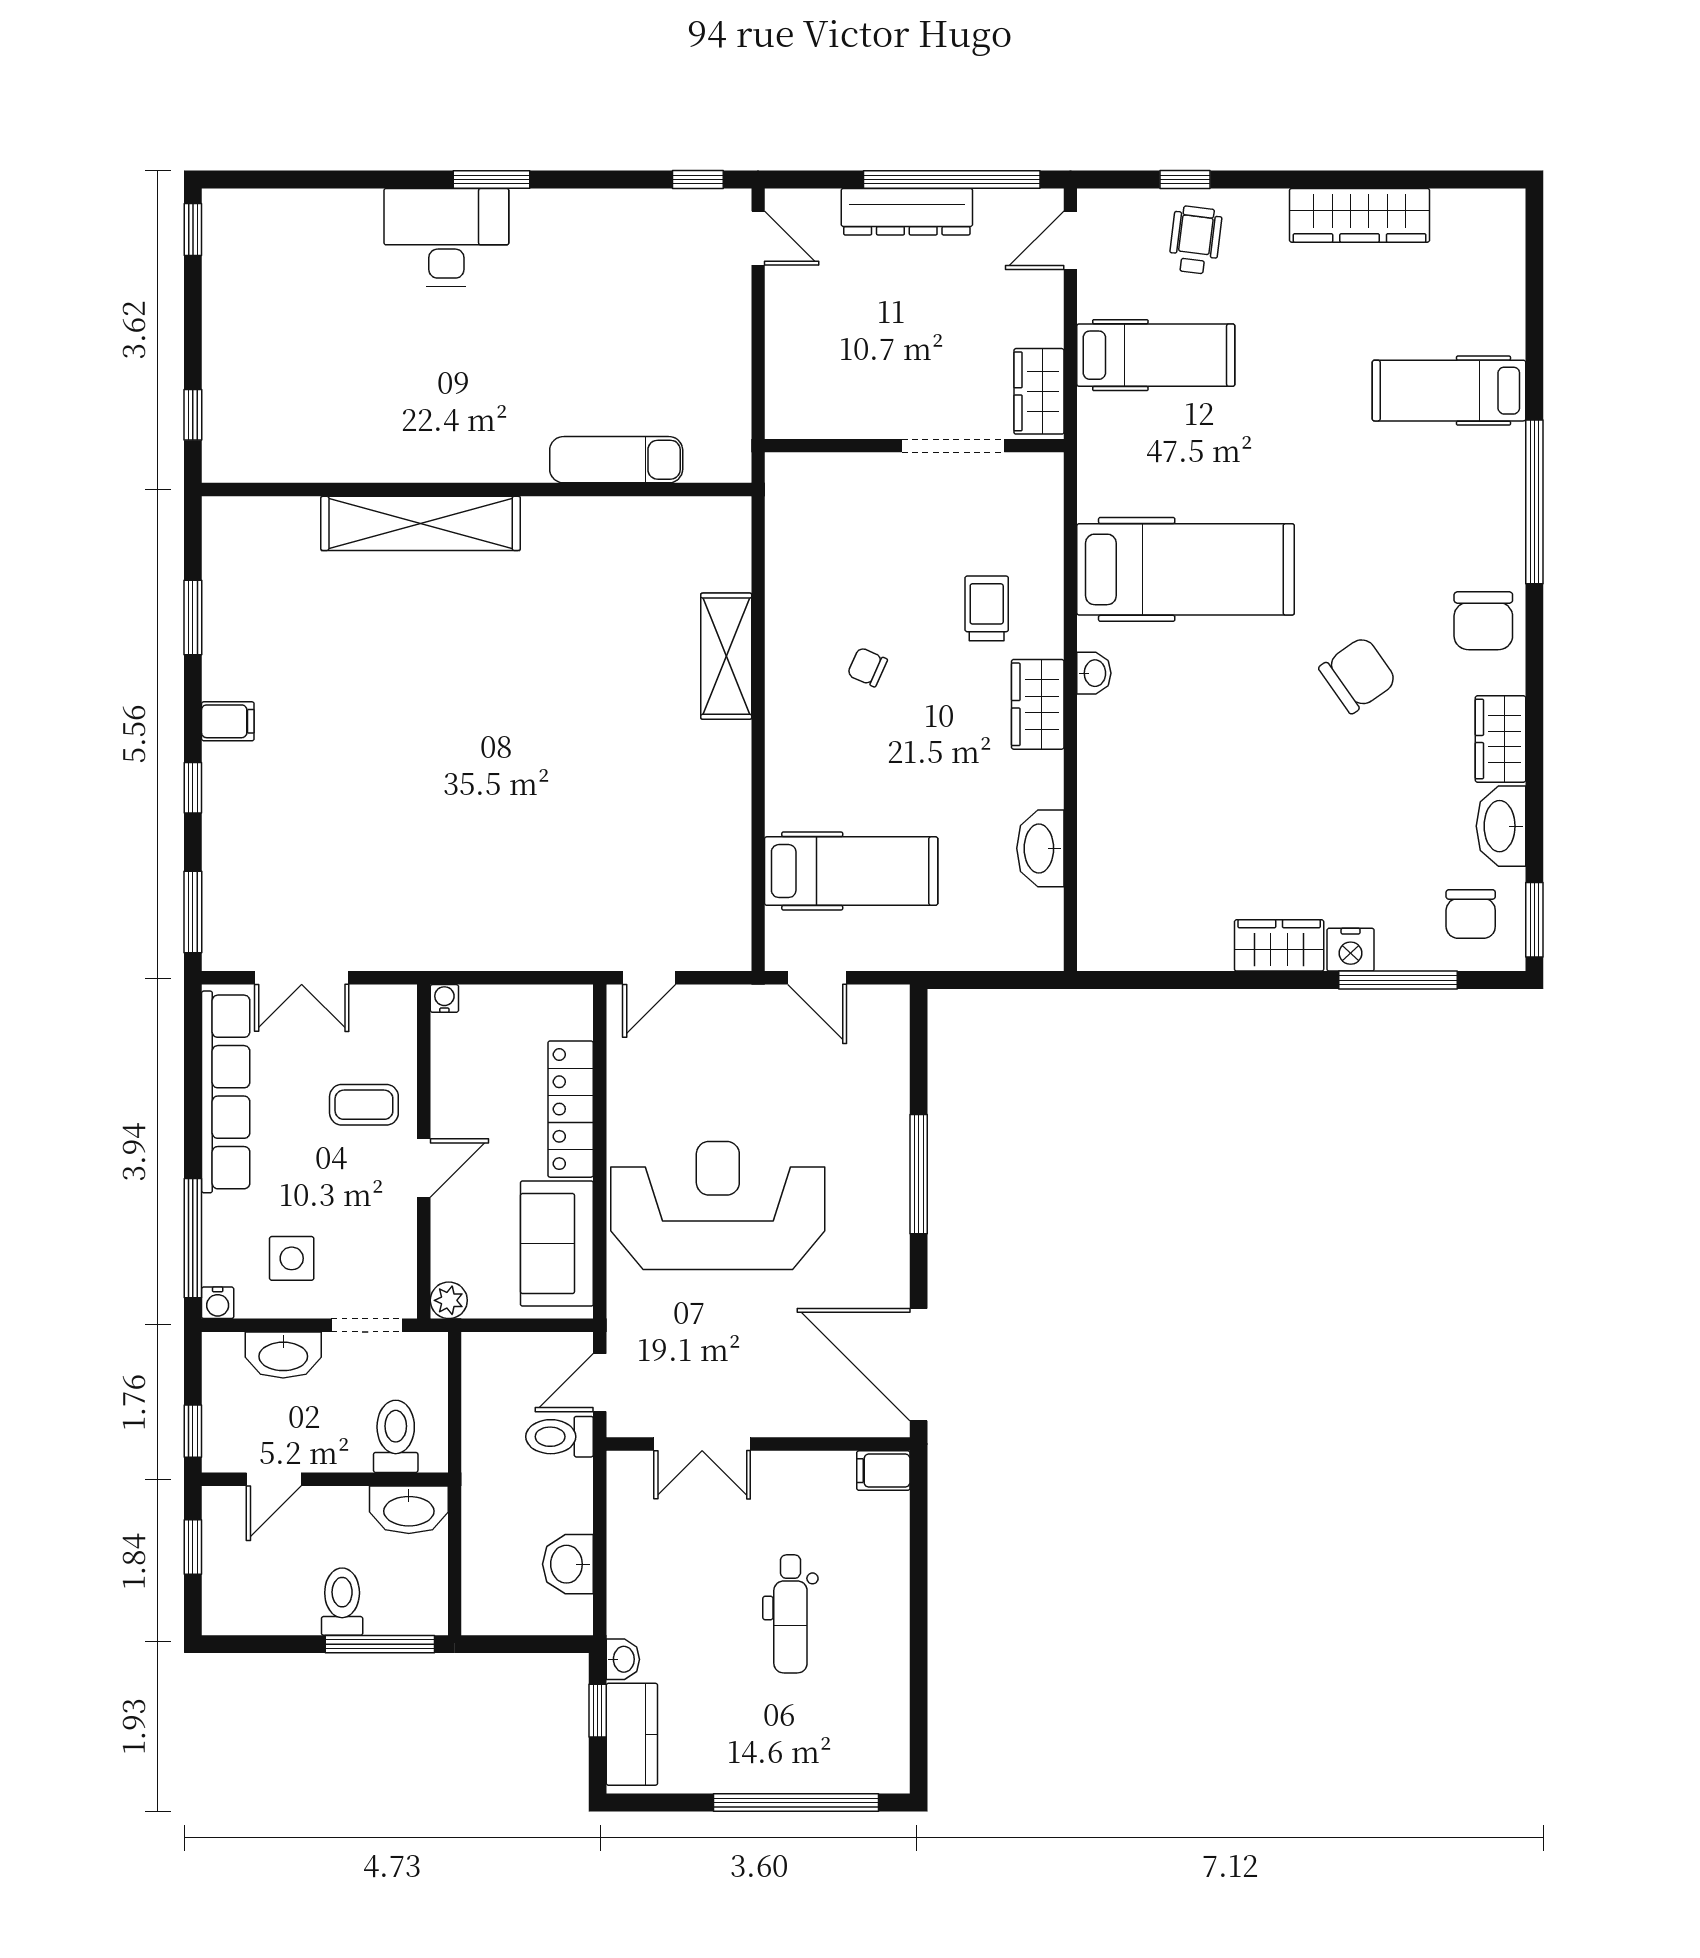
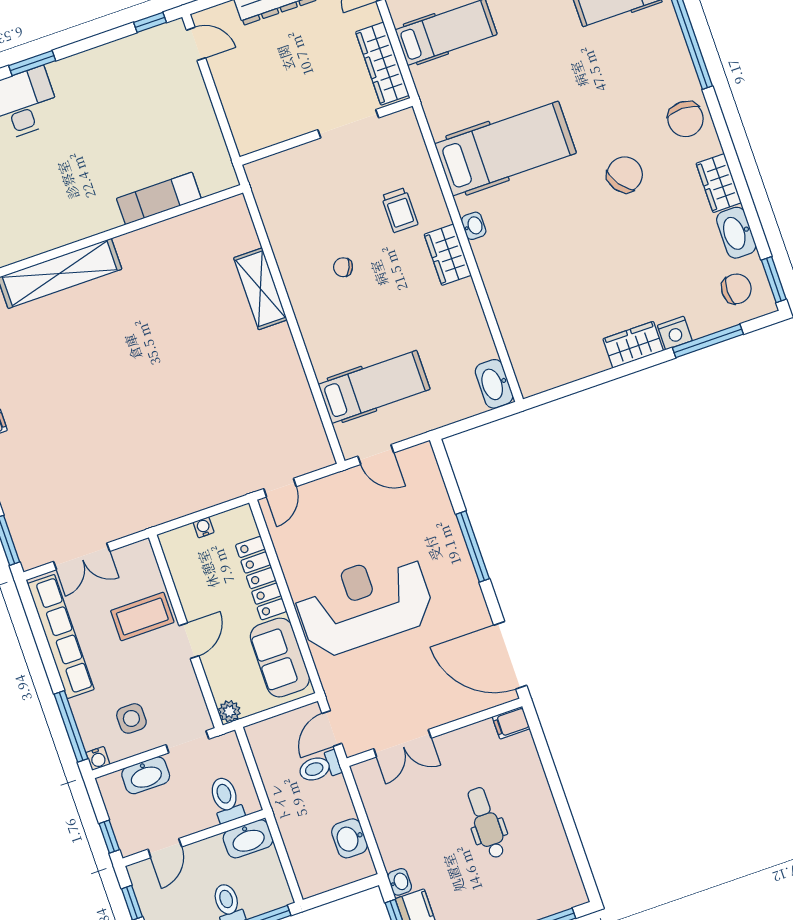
wardrobe: (1039, 391) -> (382, 64), width x1.50
trolley: (987, 608) -> (400, 210), turned 180
washbasin: (1040, 848) -> (494, 384), moved
chair: (1471, 914) -> (736, 289), turned -90
water cooler: (444, 998) -> (204, 527), moved
coffee table: (364, 1105) -> (142, 616), width x1.36, depth x1.30
dental chair: (790, 1614) -> (486, 823), turned 180

